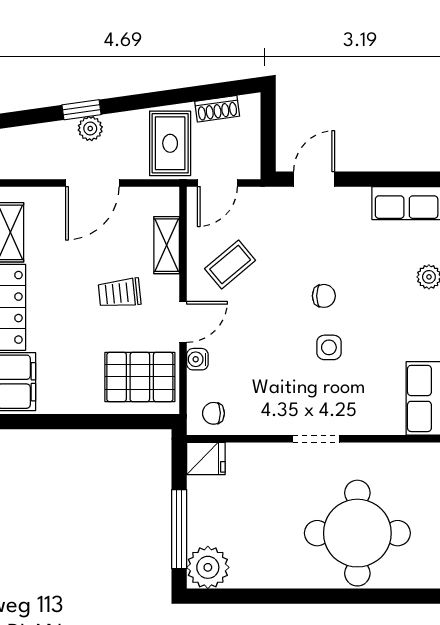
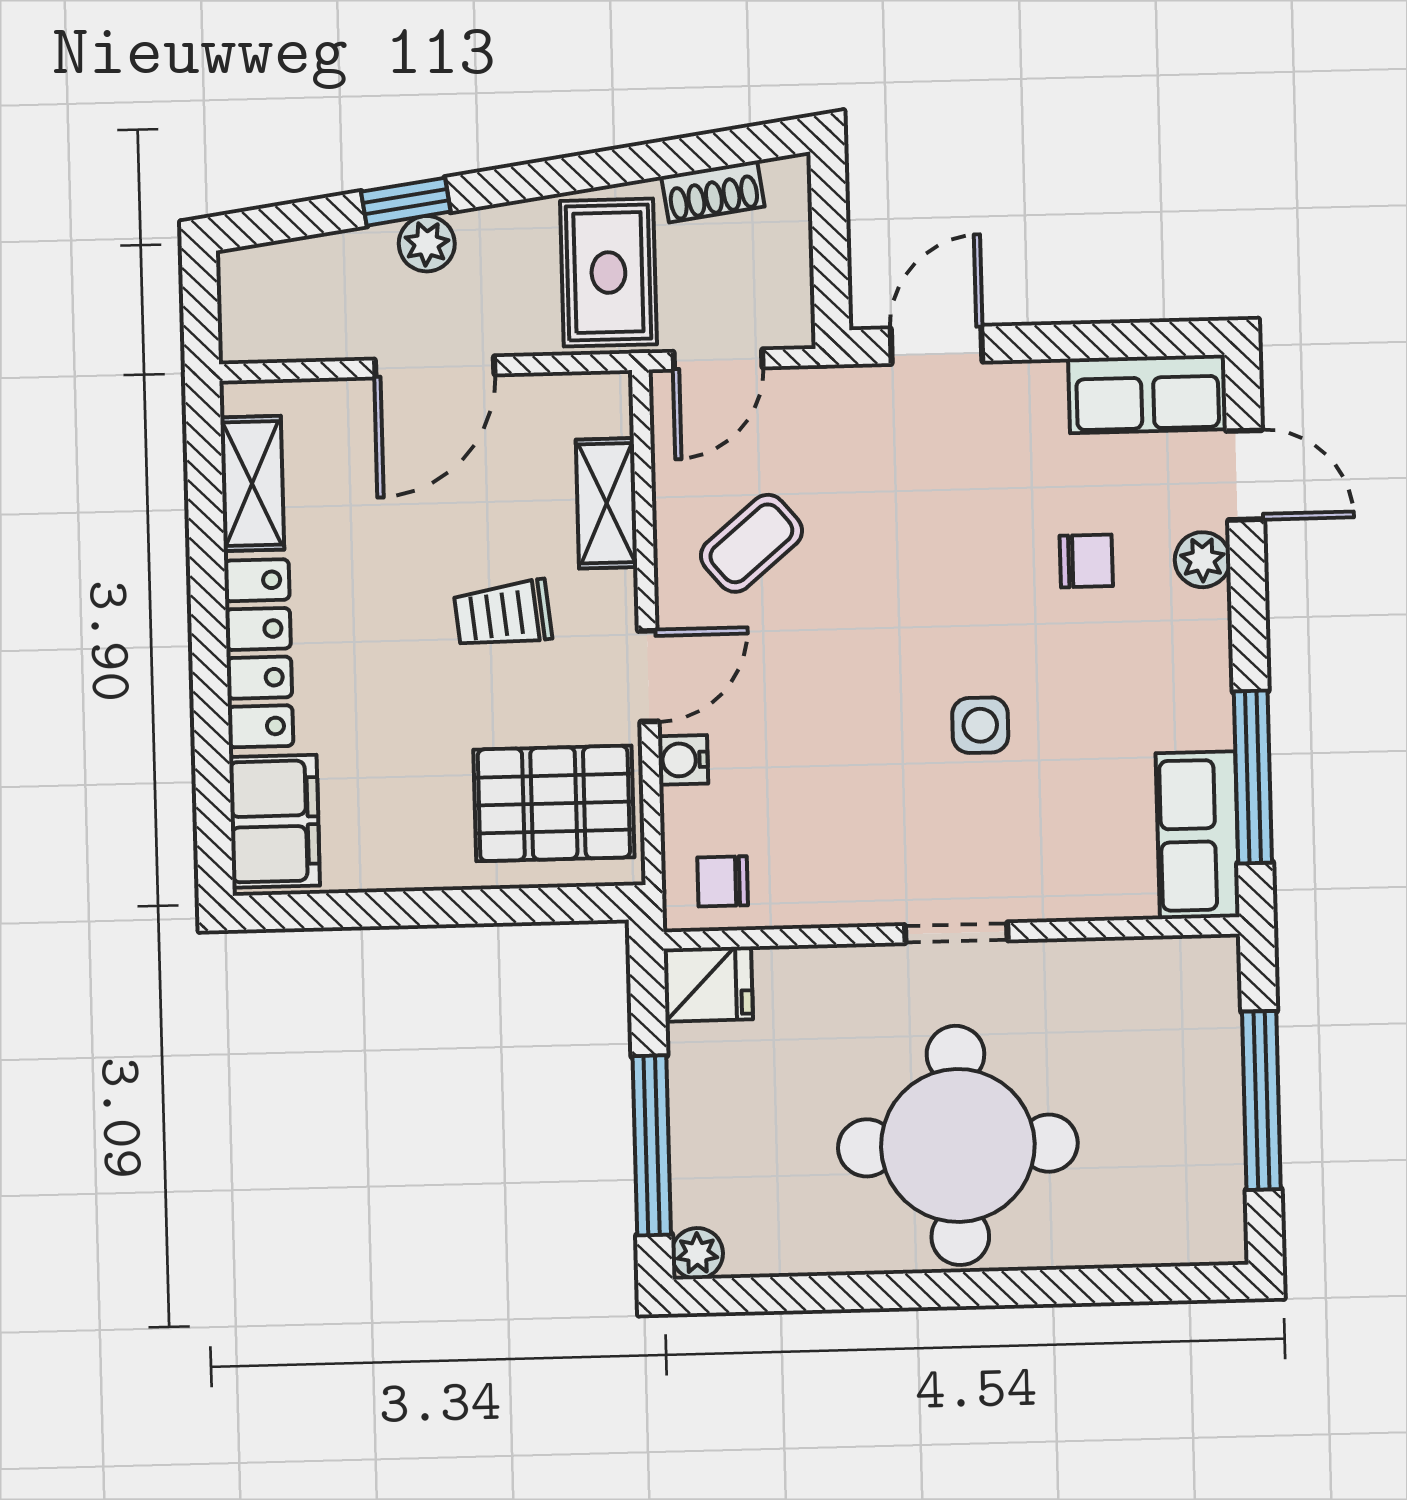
chair: (324, 296) -> (1086, 561), moved
round table: (357, 533) -> (958, 1145), moved
plant: (208, 567) -> (697, 1253), width x0.53, depth x0.53

